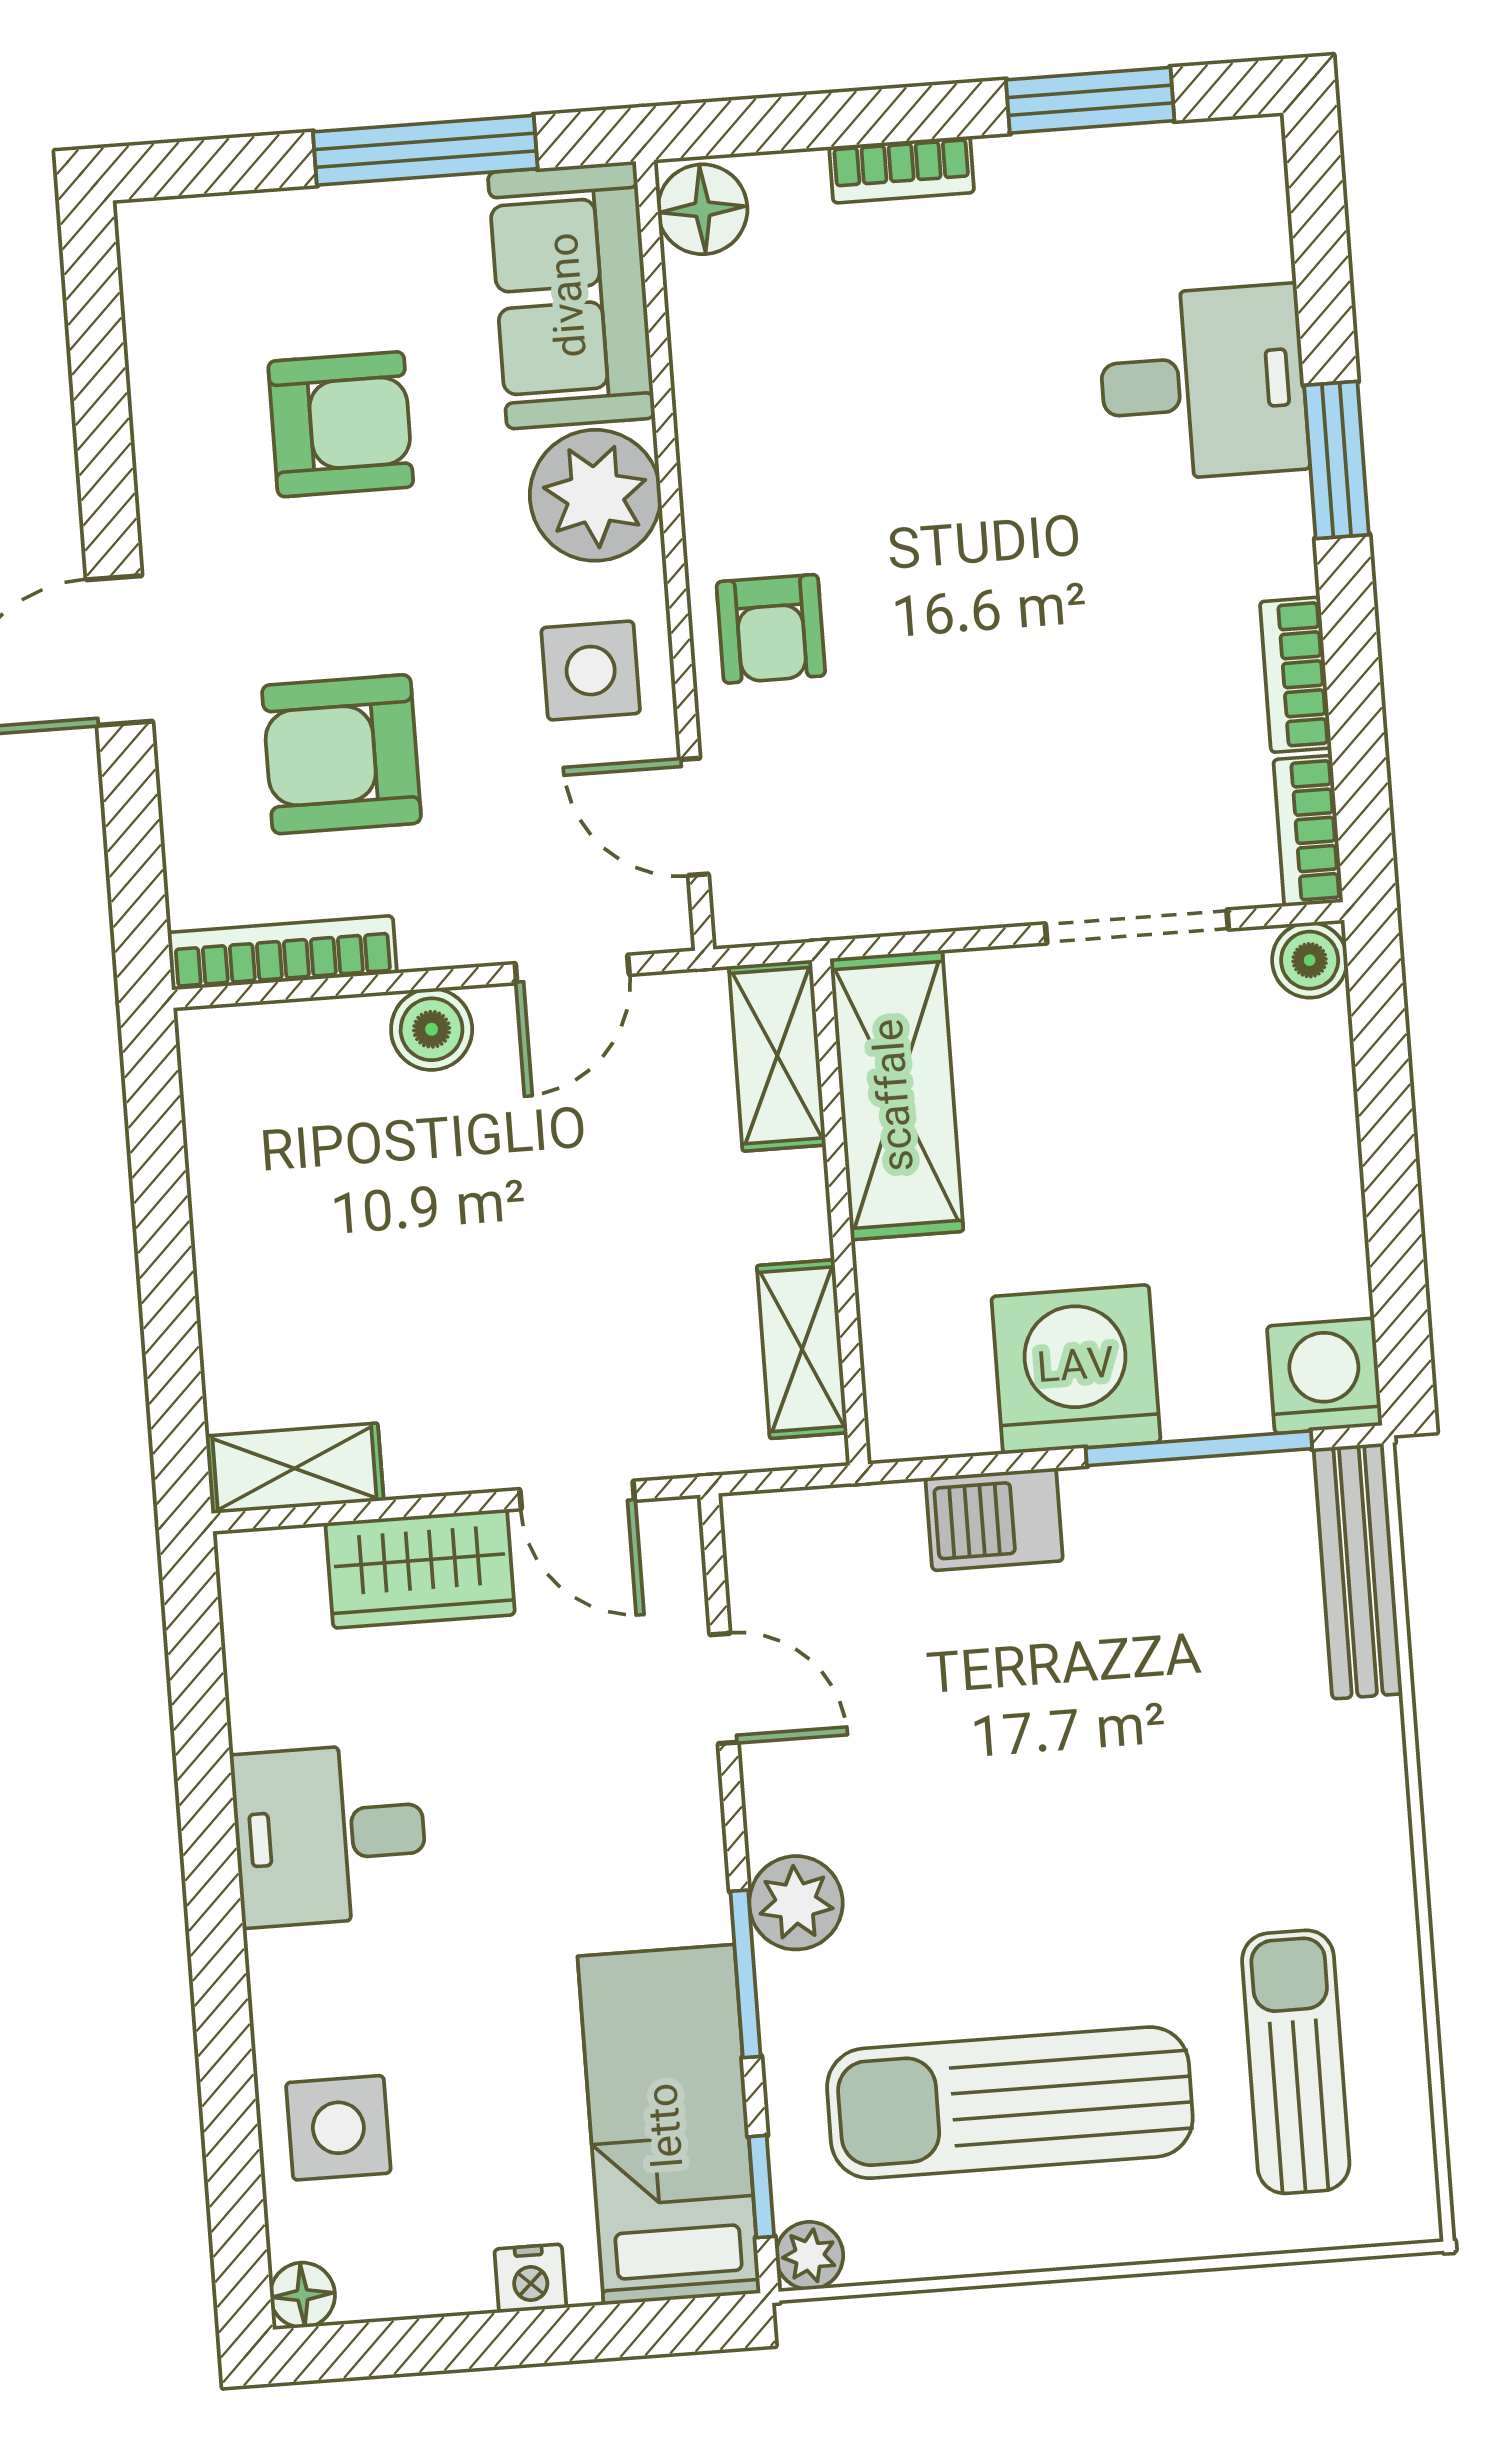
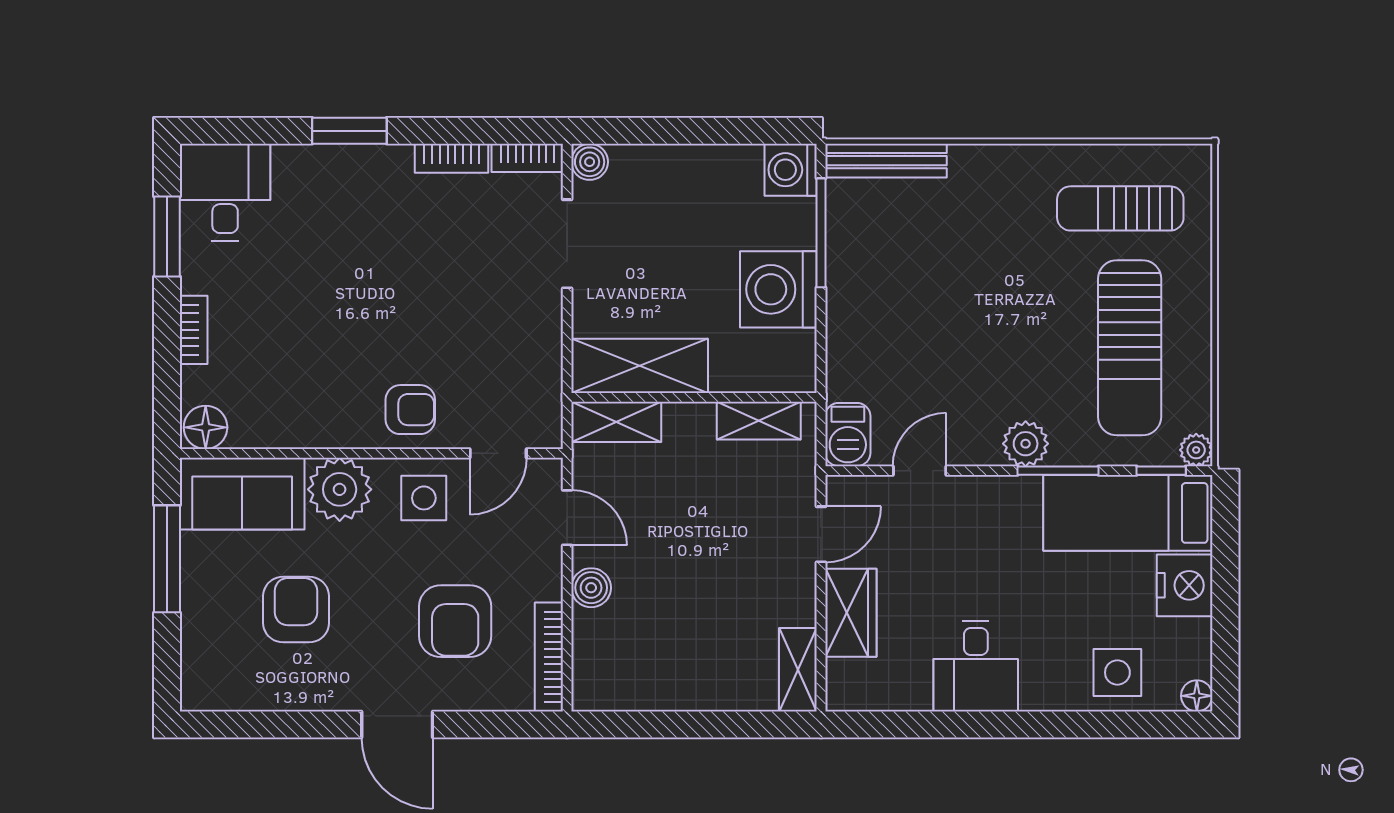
desk: (1203, 383) -> (225, 192), moved
barbecue: (994, 1519) -> (848, 435), moved
nightstand: (530, 2278) -> (1185, 585), width x1.89, depth x1.79

